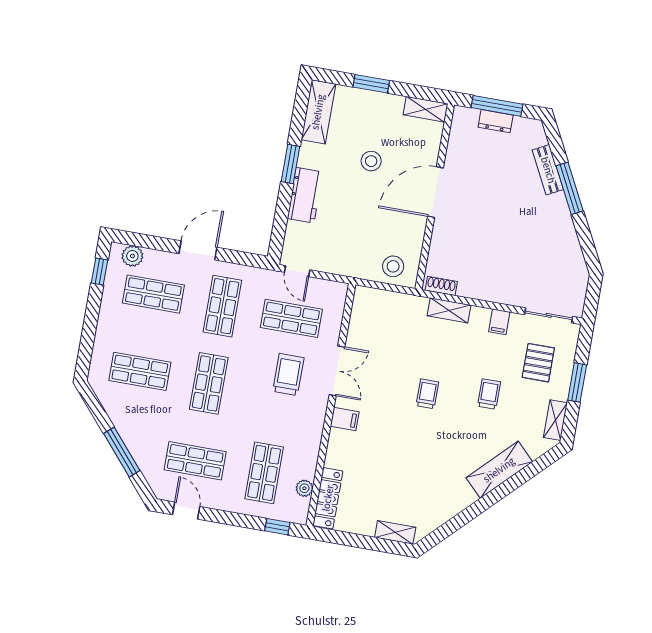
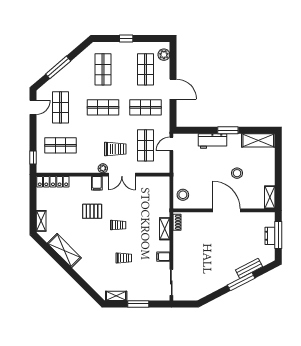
window: (371, 84) -> (278, 166), removed
window: (99, 271) -> (126, 39), moved
pallet: (538, 363) -> (92, 211), moved
shelving: (499, 470) -> (64, 251), moved
plant: (304, 488) -> (103, 168), moved

